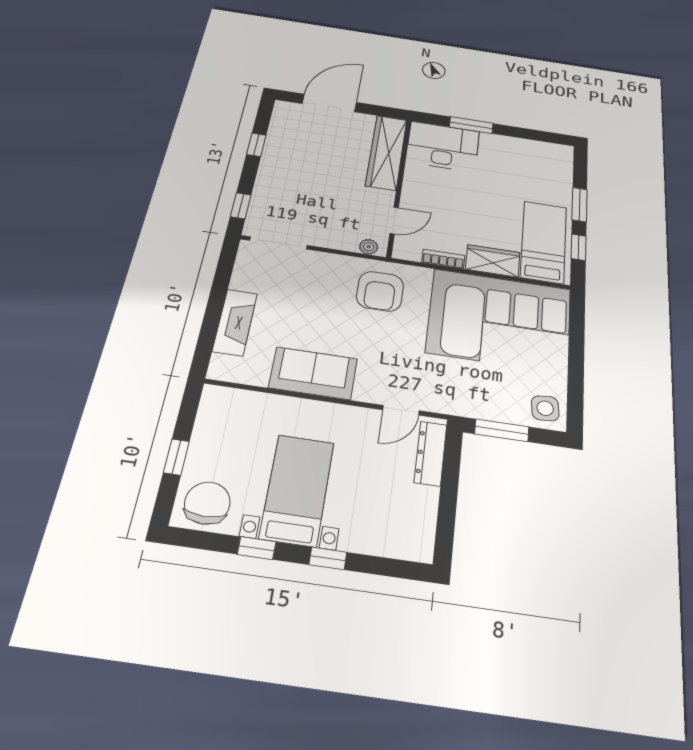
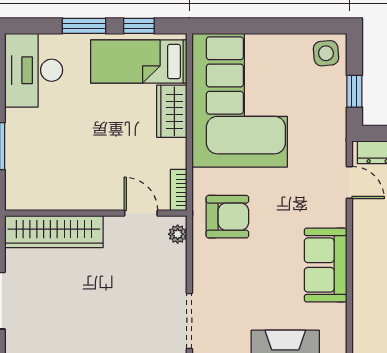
desk: (443, 146) -> (34, 70), moved
bookcase: (443, 259) -> (179, 190), moved
window: (502, 430) -> (354, 91), width x0.67

